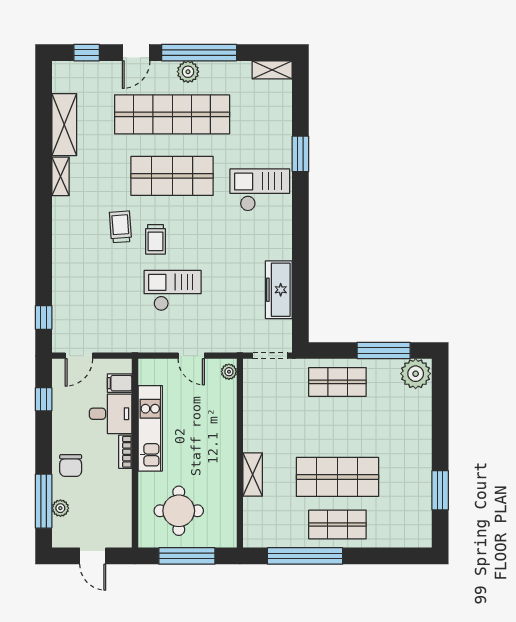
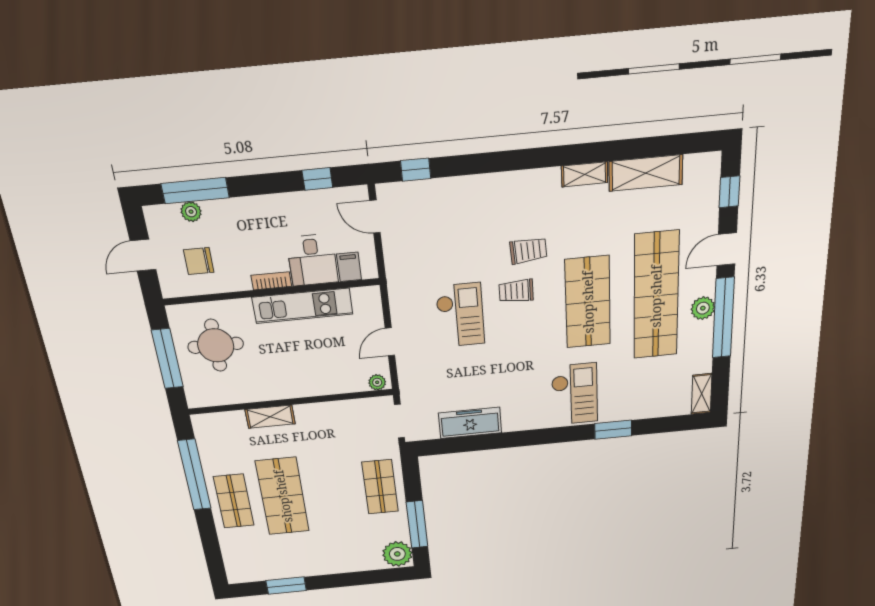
door: (136, 53) -> (727, 249), hinge flipped
chair: (71, 465) -> (199, 261), moved

